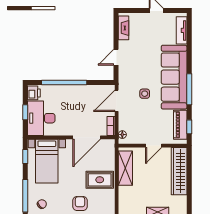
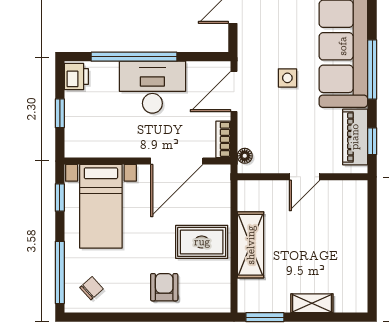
desk: (41, 118) -> (152, 87), moved, turned 90
shelving: (125, 168) -> (251, 245), moved
wardrobe: (179, 171) -> (353, 225), removed

